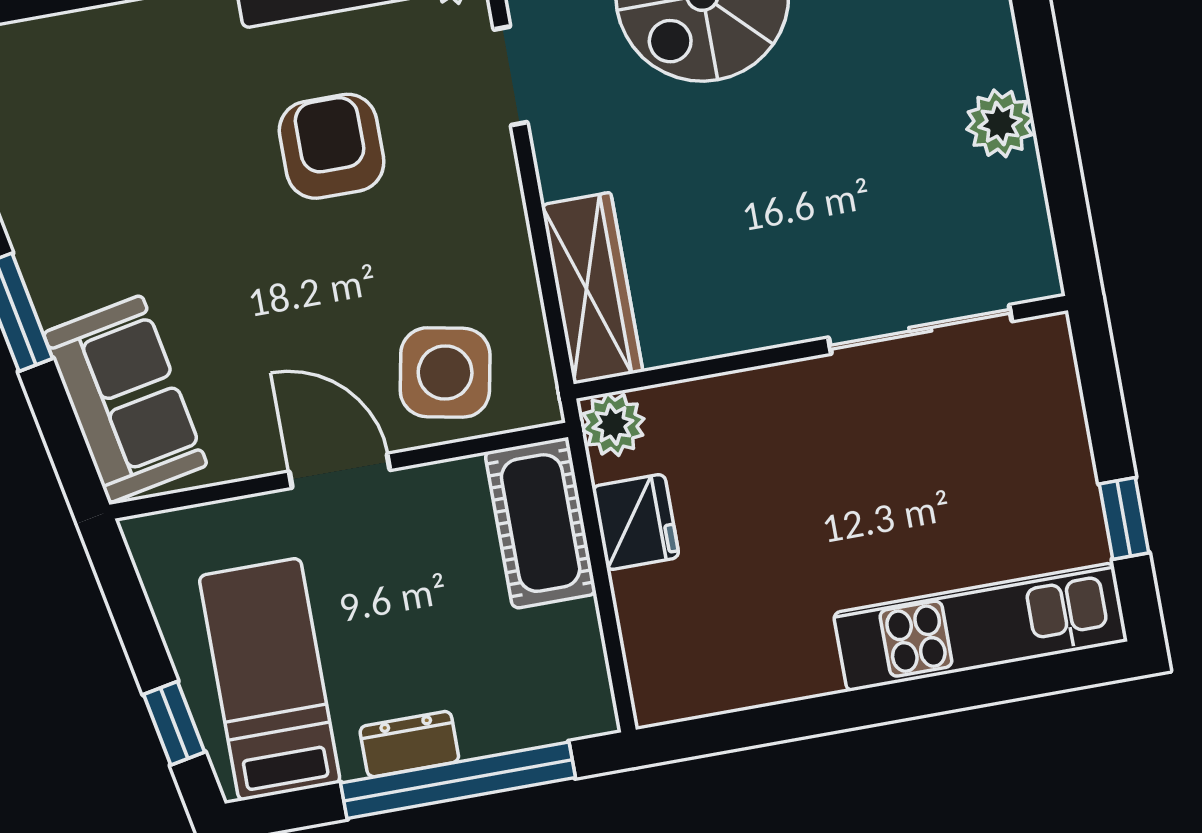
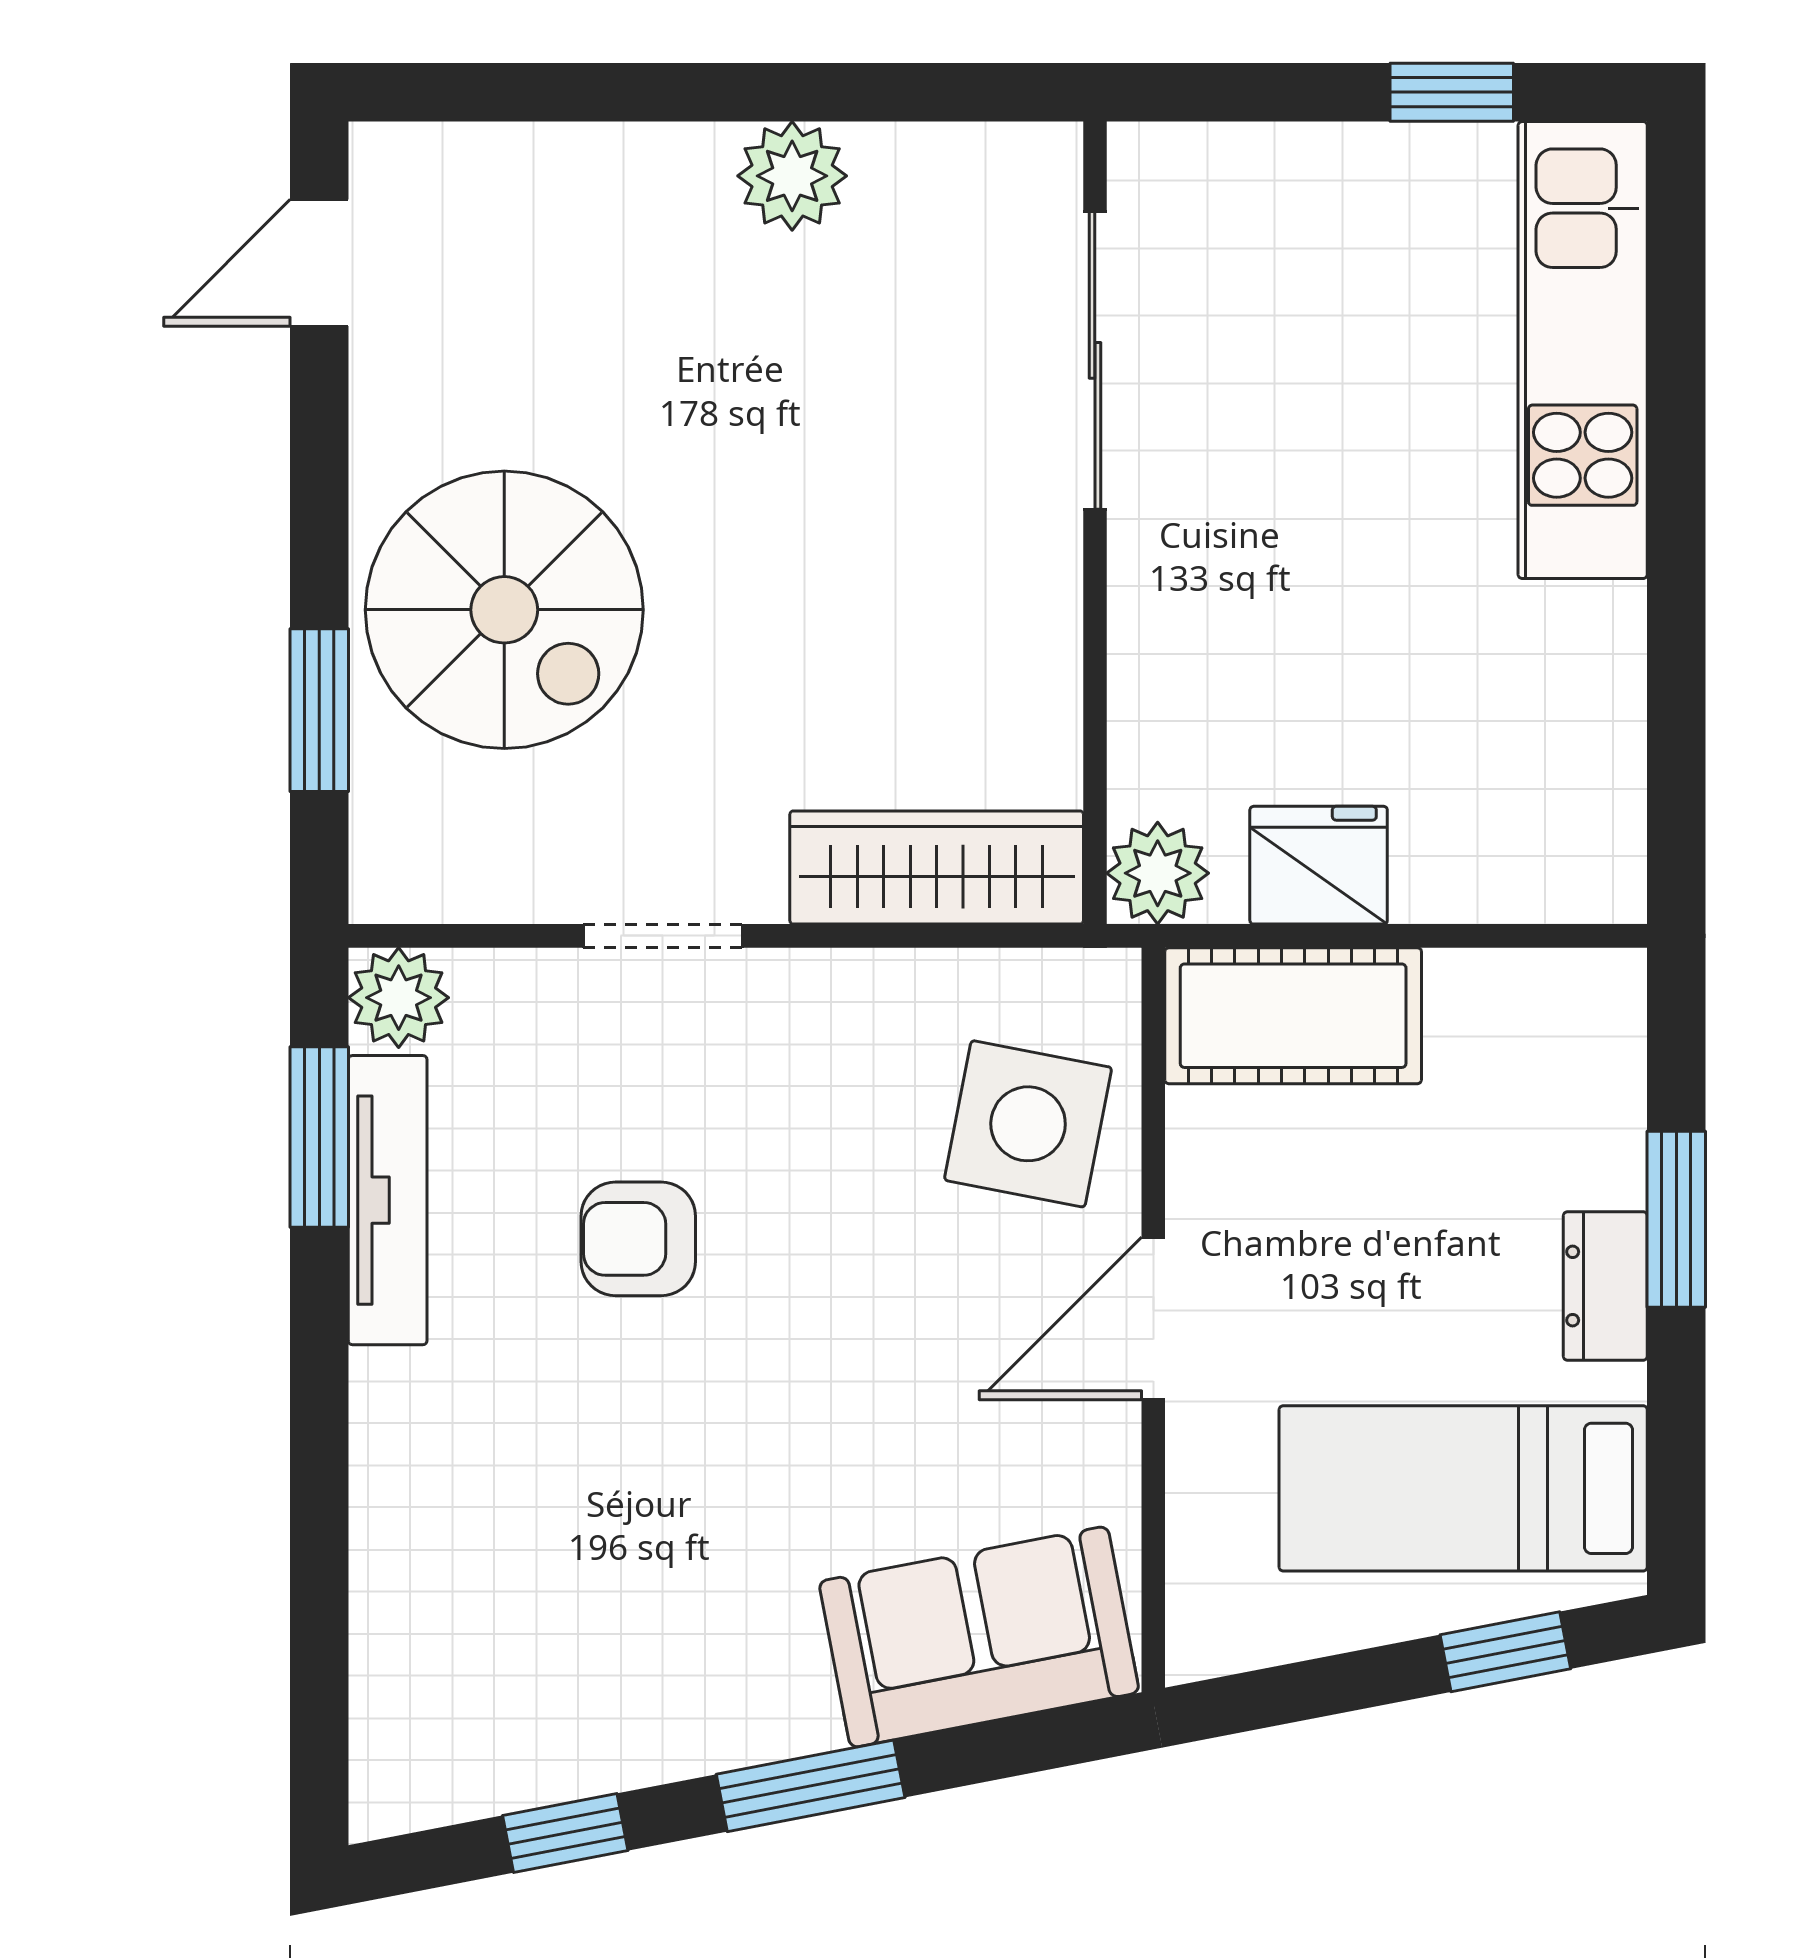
doorway: (511, 76) -> (663, 936), moved
armchair: (332, 146) -> (638, 1239), width x0.72, depth x0.72
window: (458, 780) -> (1676, 1219), width x0.47

